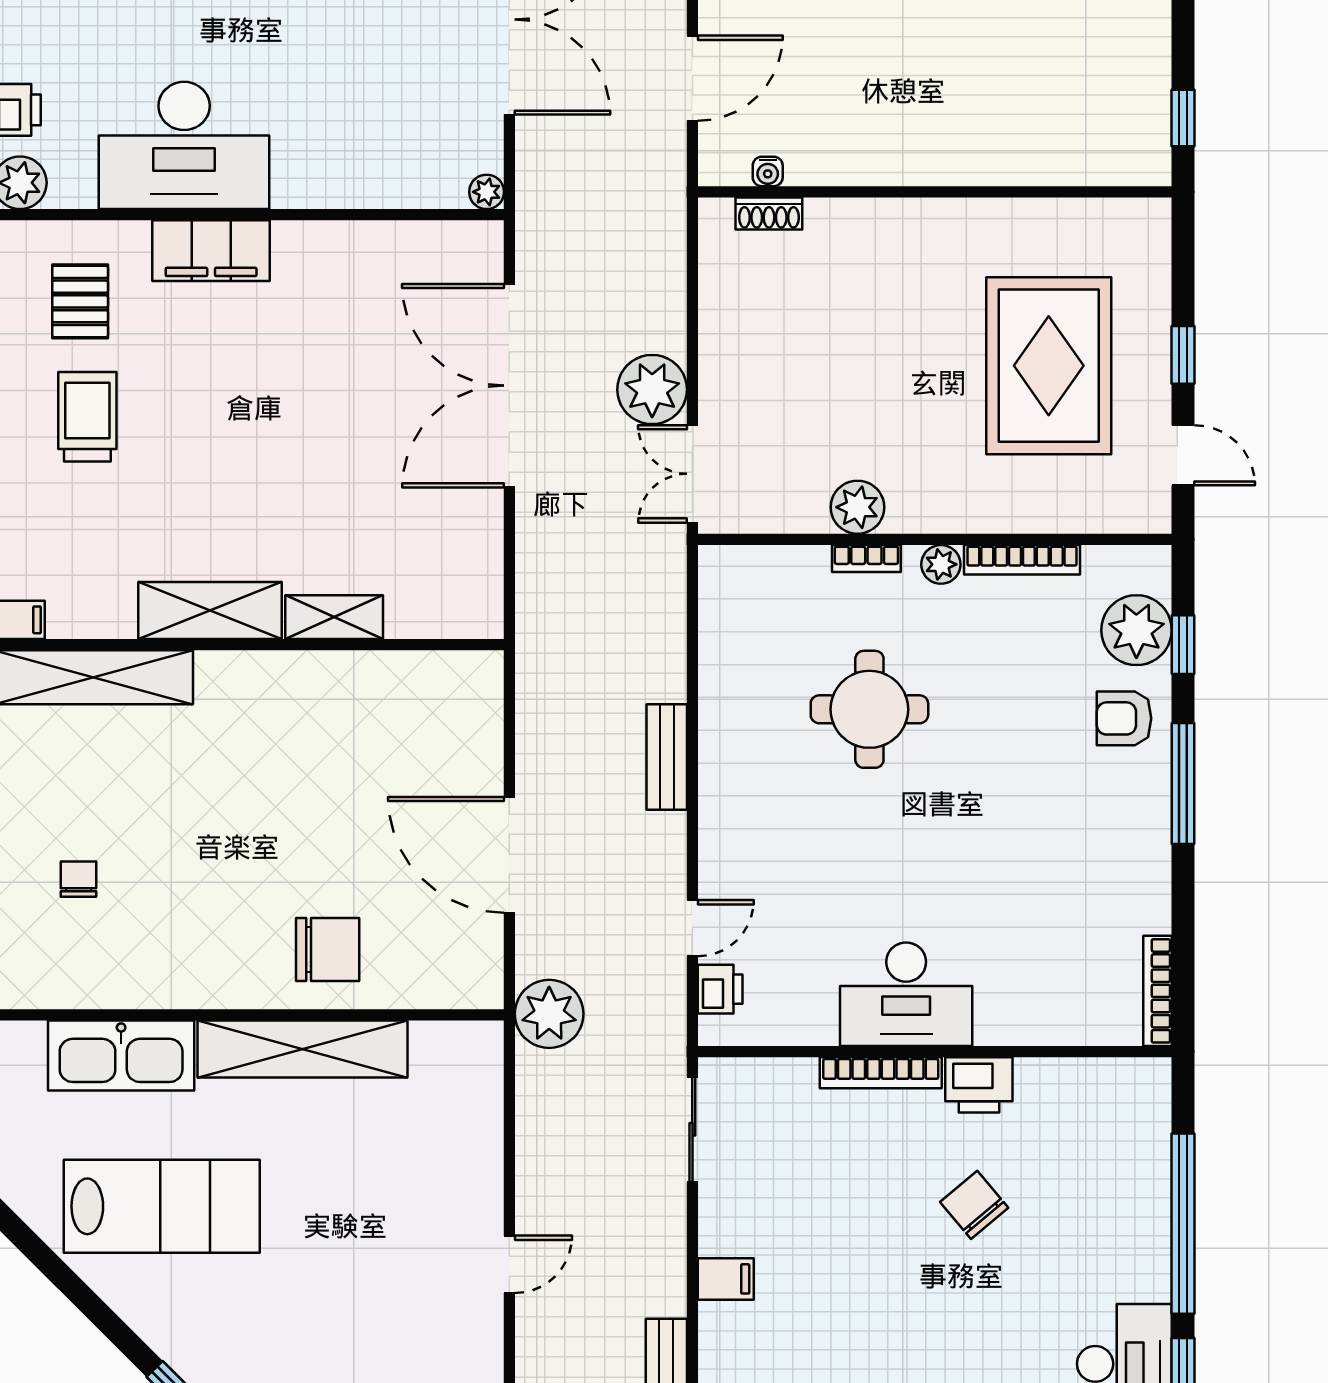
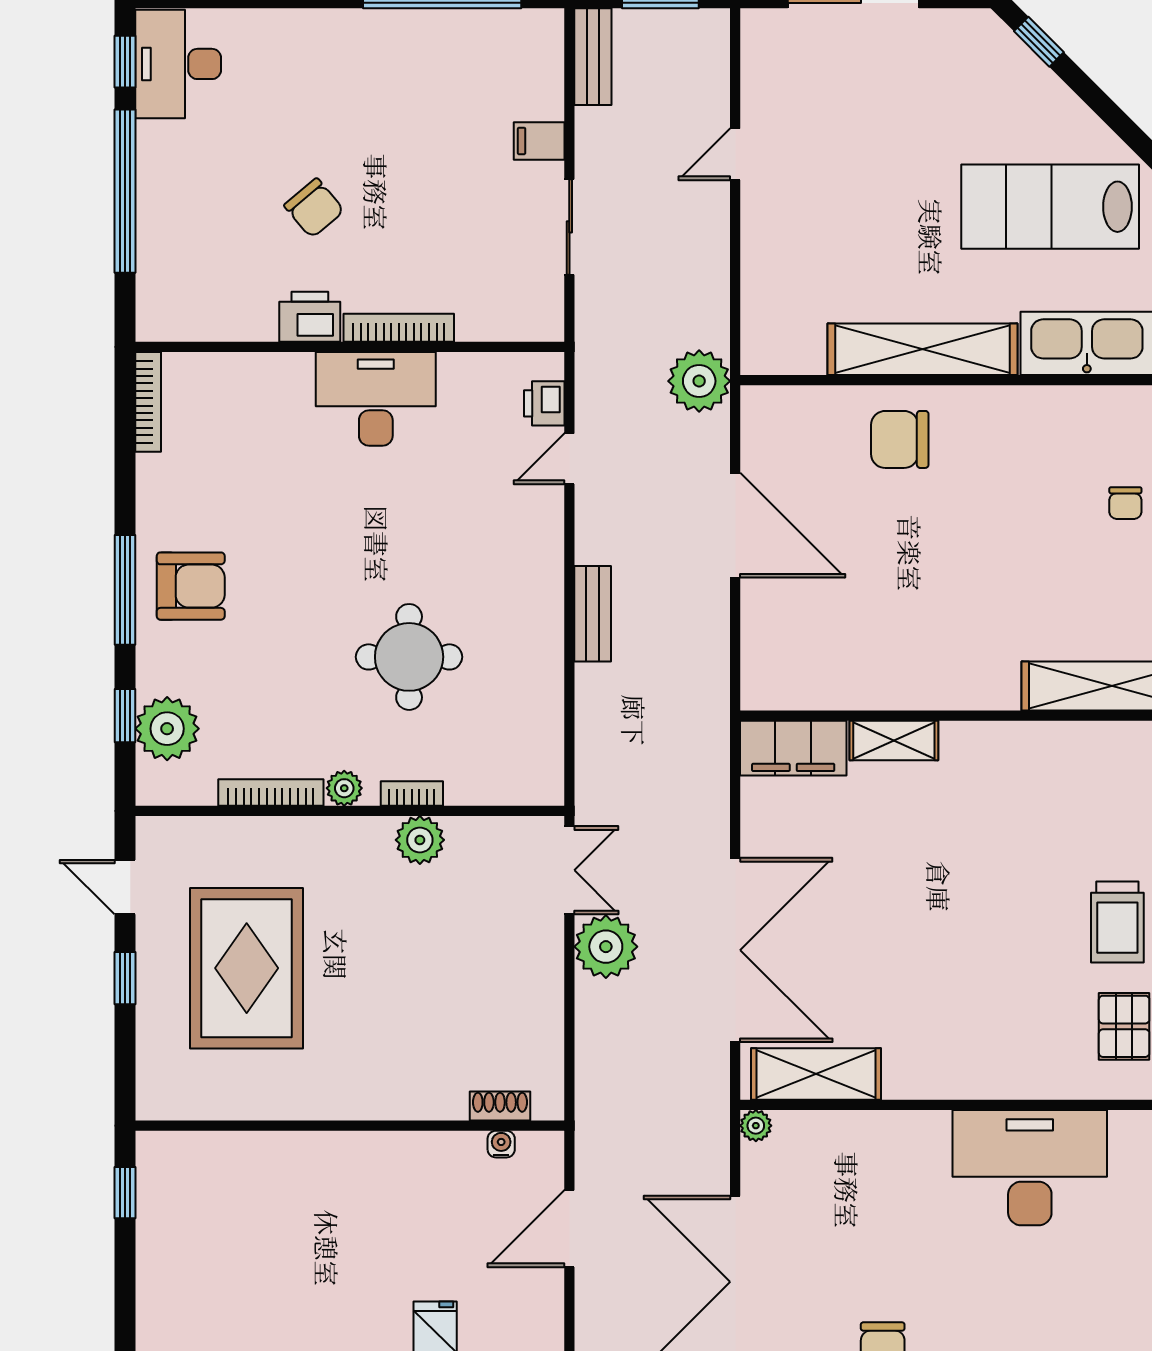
filing cabinet: (211, 251) -> (793, 748), moved, turned 180
shelving: (210, 610) -> (816, 1074), moved
armchair: (1124, 718) -> (191, 586), moved, width x1.38, depth x1.38
sliding door: (692, 1129) -> (569, 227), moved

